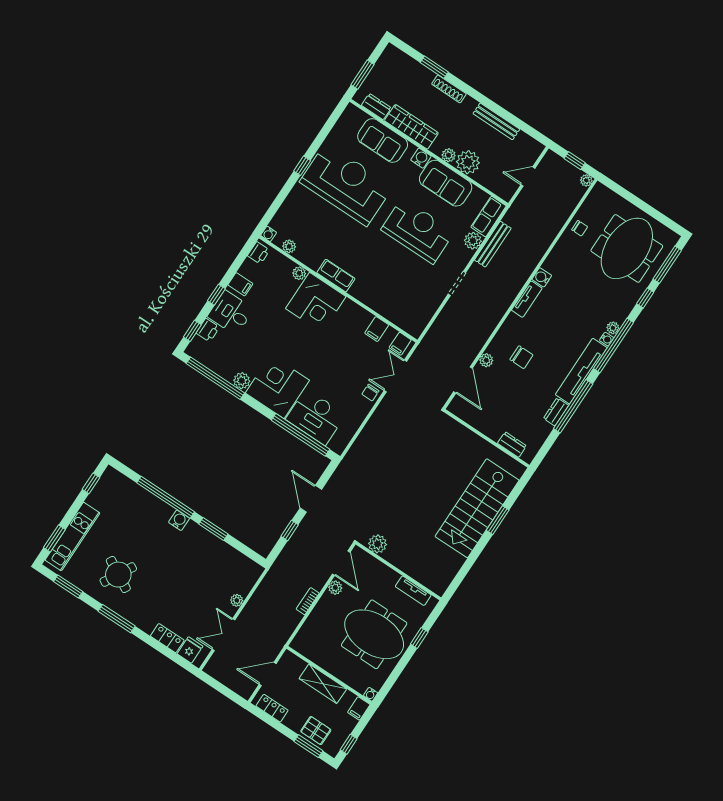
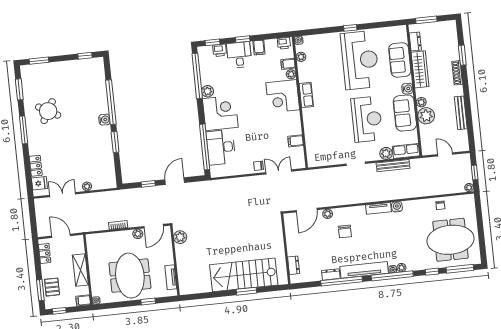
filing cabinet: (400, 344) -> (288, 64), moved
kitchen unit: (72, 536) -> (48, 69), removed

